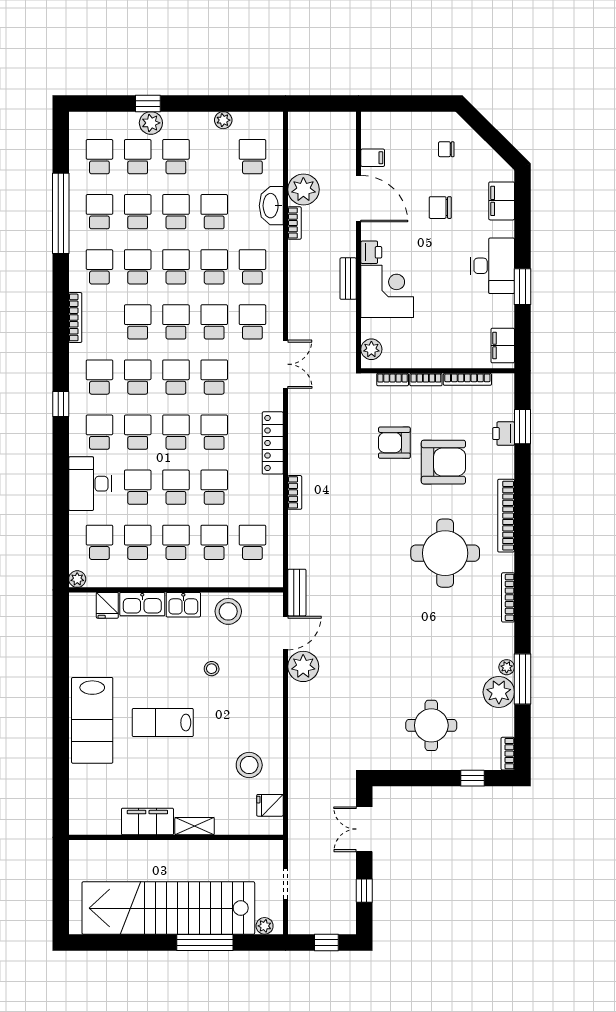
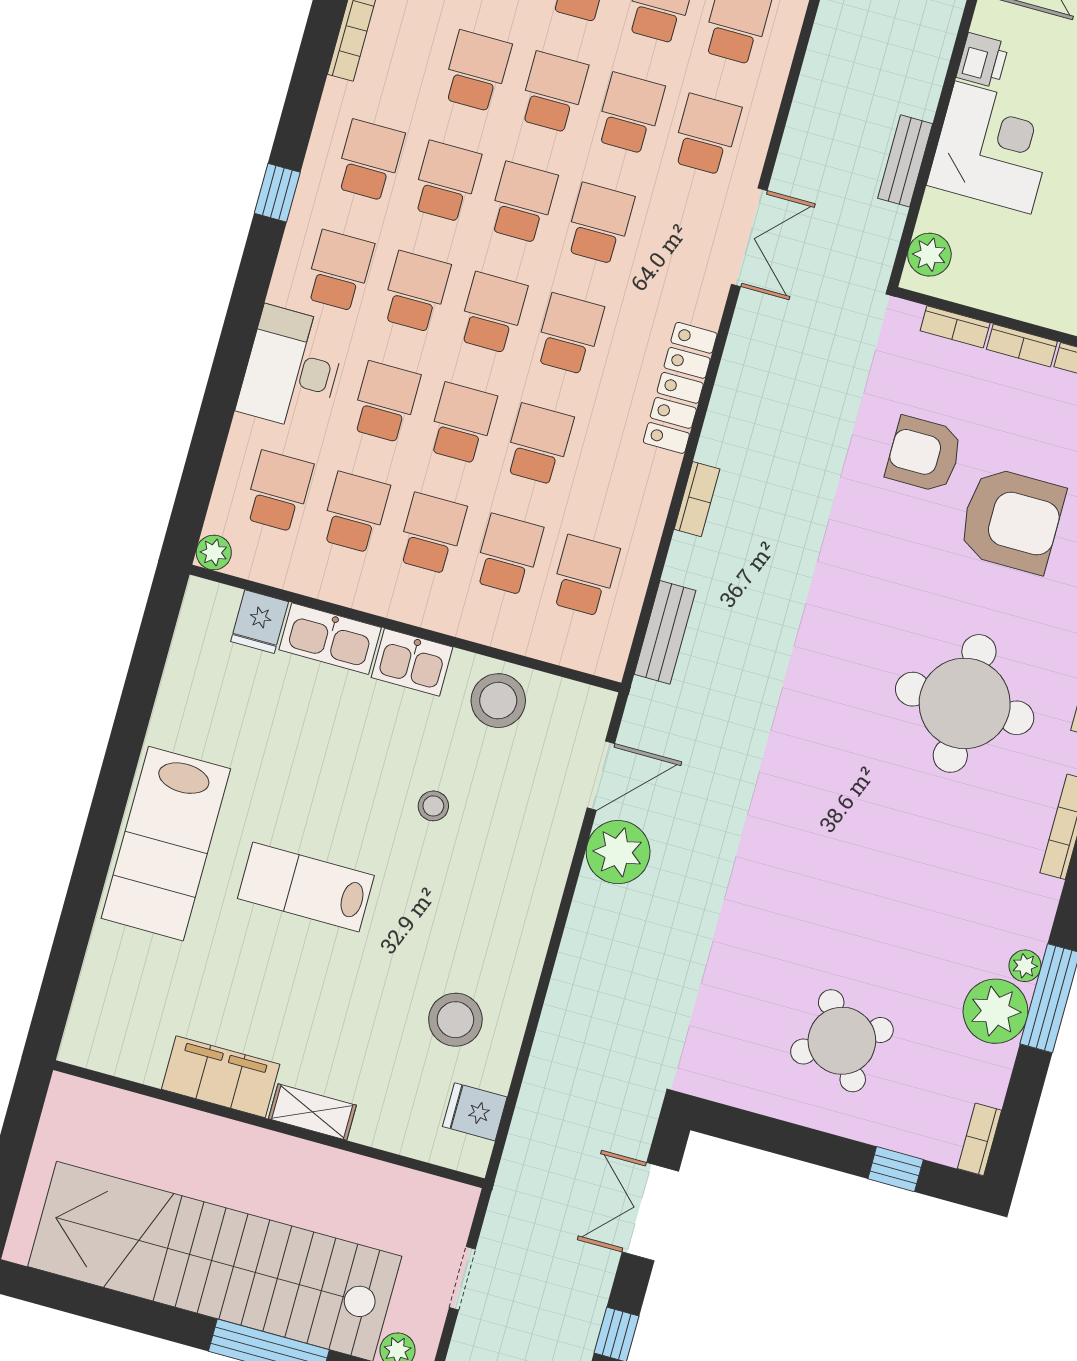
bench: (348, 279) -> (905, 161), moved
bench: (297, 593) -> (665, 632), moved
round table: (431, 725) -> (842, 1041), turned -31

